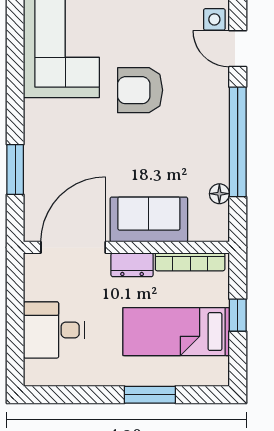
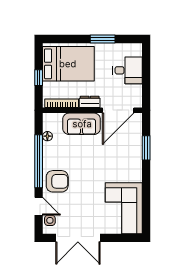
armchair: (140, 90) -> (57, 181), moved
bed: (176, 332) -> (68, 64), width x1.50
window: (150, 395) -> (103, 39), moved

